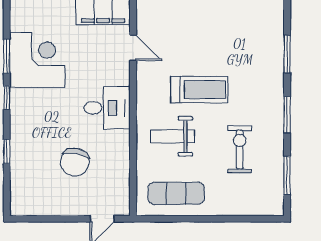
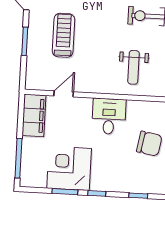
treadmill: (199, 90) -> (63, 35), moved

